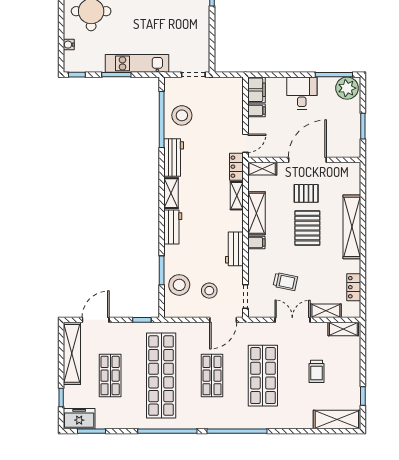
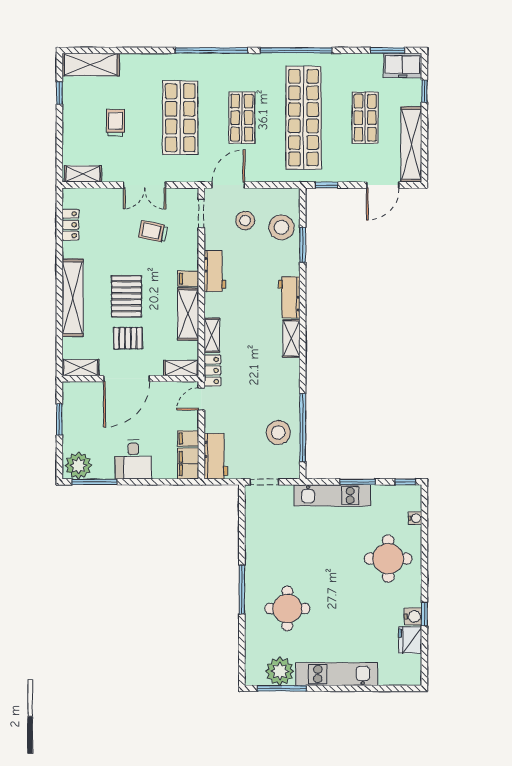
workbench: (174, 157) -> (216, 456), moved, turned 180
shelving: (326, 311) -> (80, 368), moved

